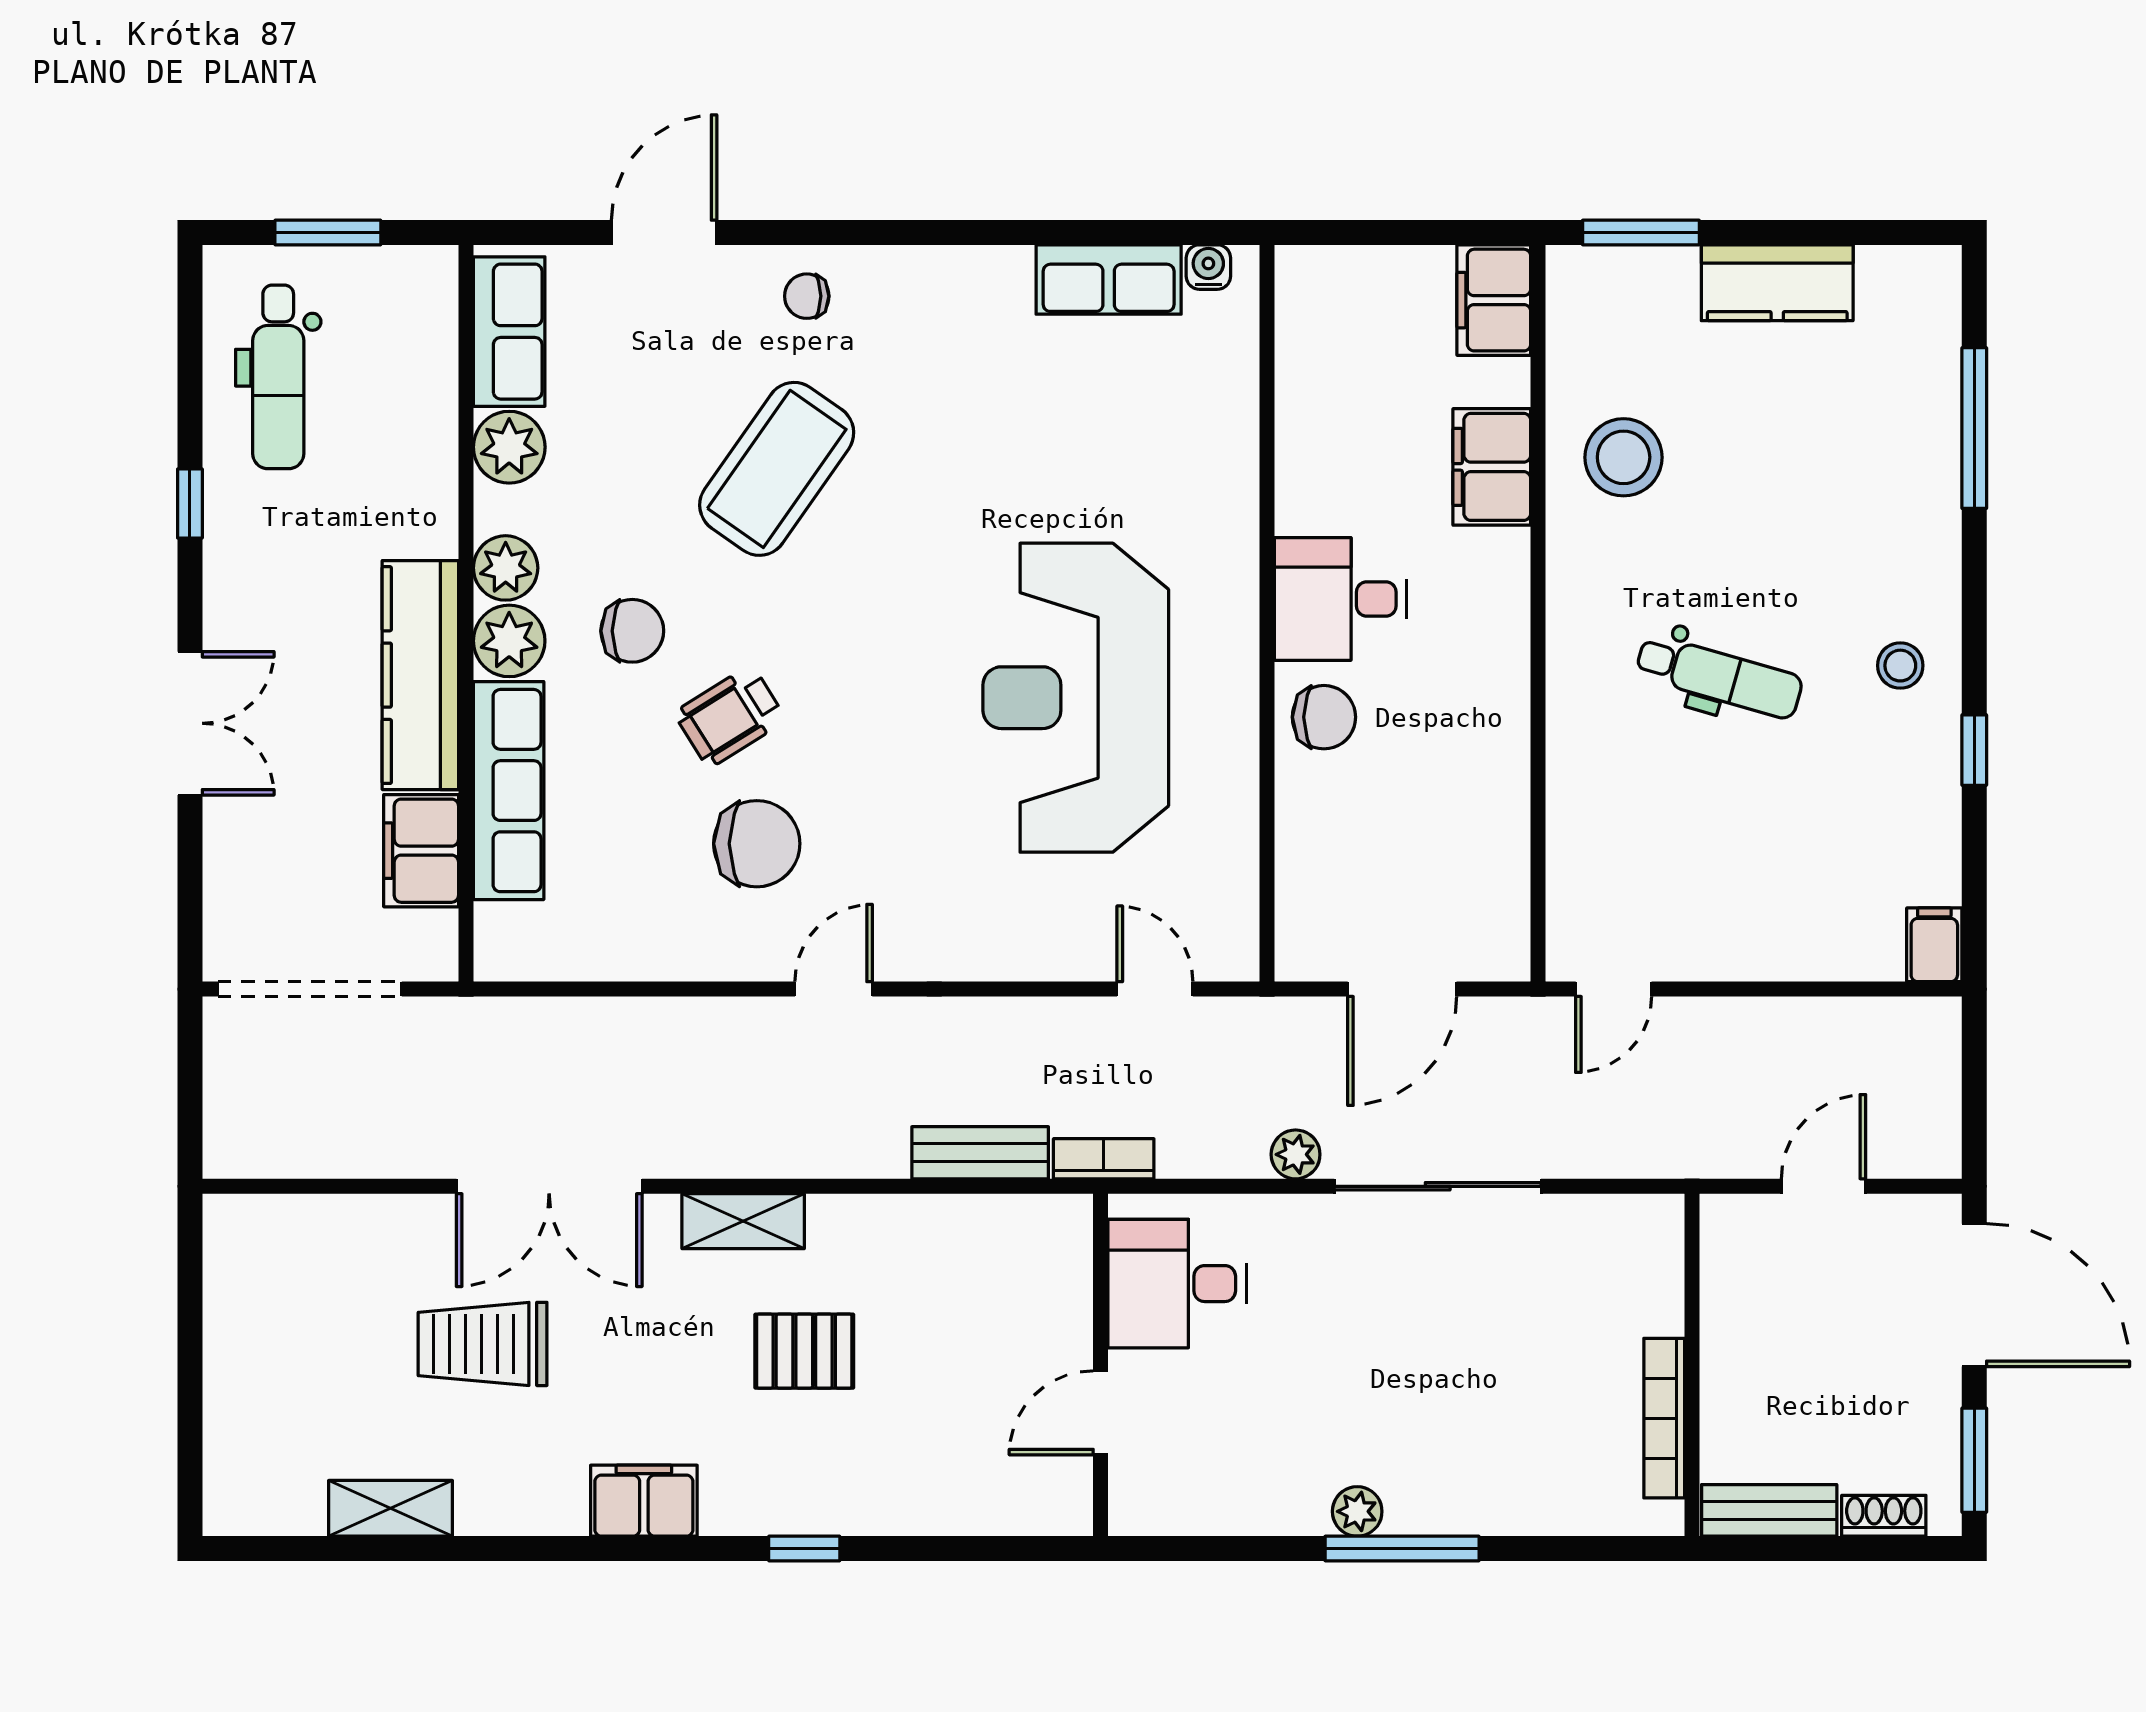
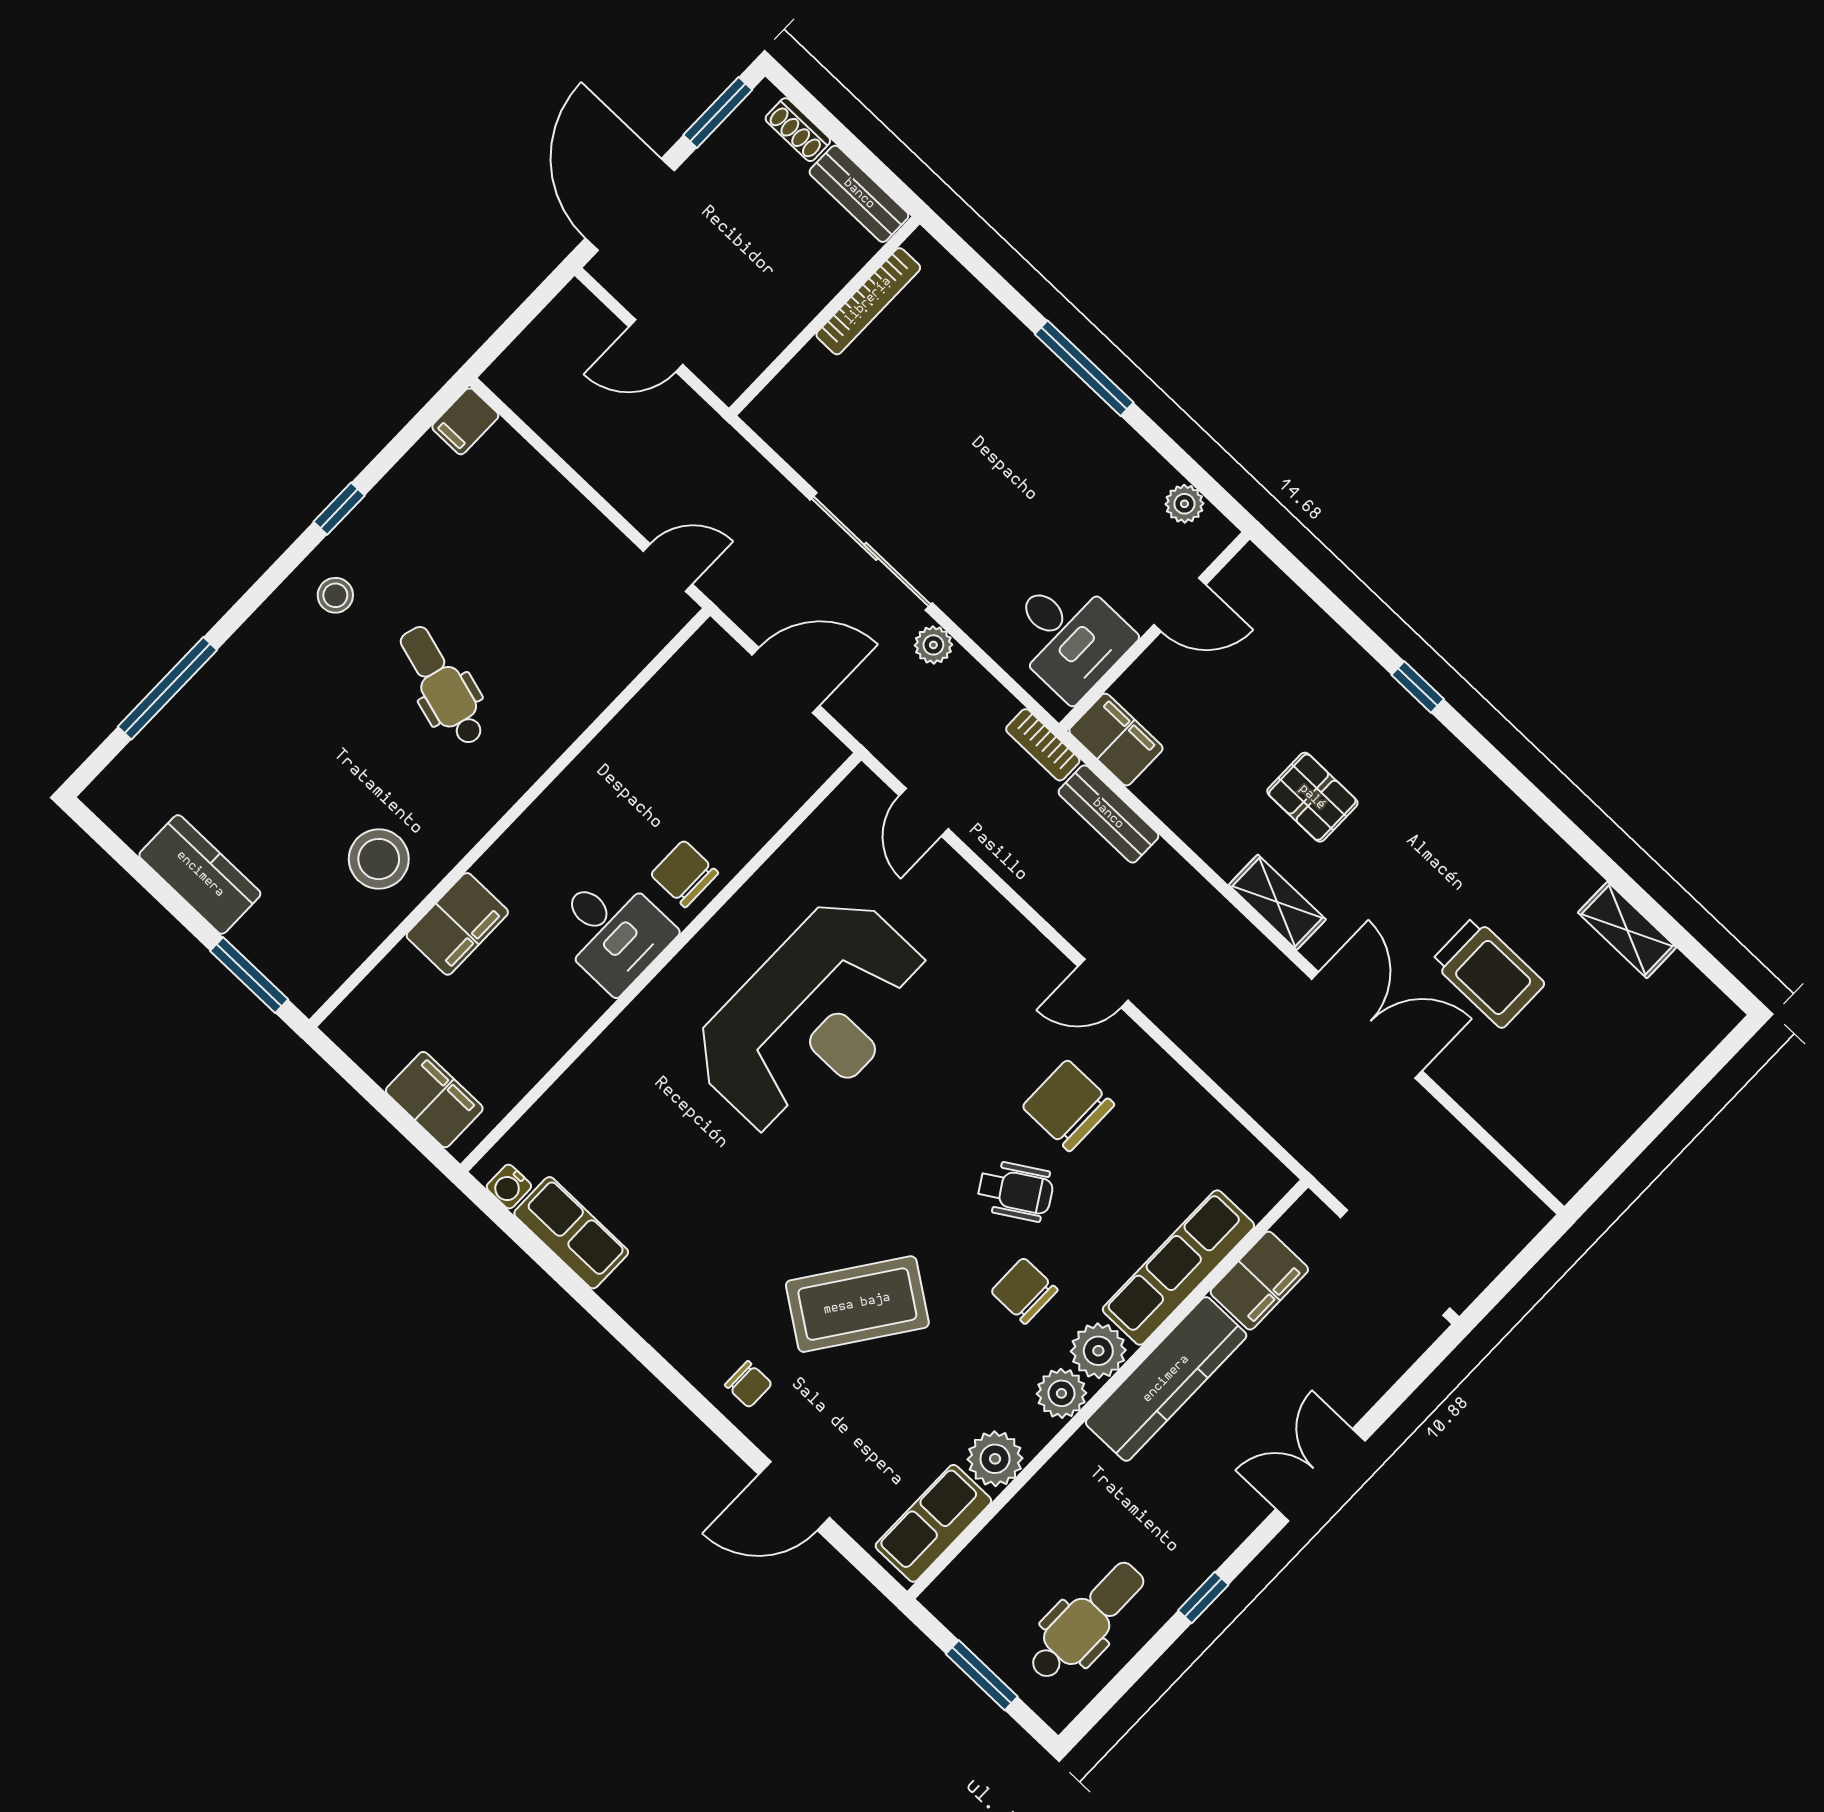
filing cabinet: (1494, 300) -> (434, 1100), moved, turned -90
filing cabinet: (644, 1501) -> (1116, 740), moved, turned 180
plant: (1357, 1511) -> (1184, 504), moved

